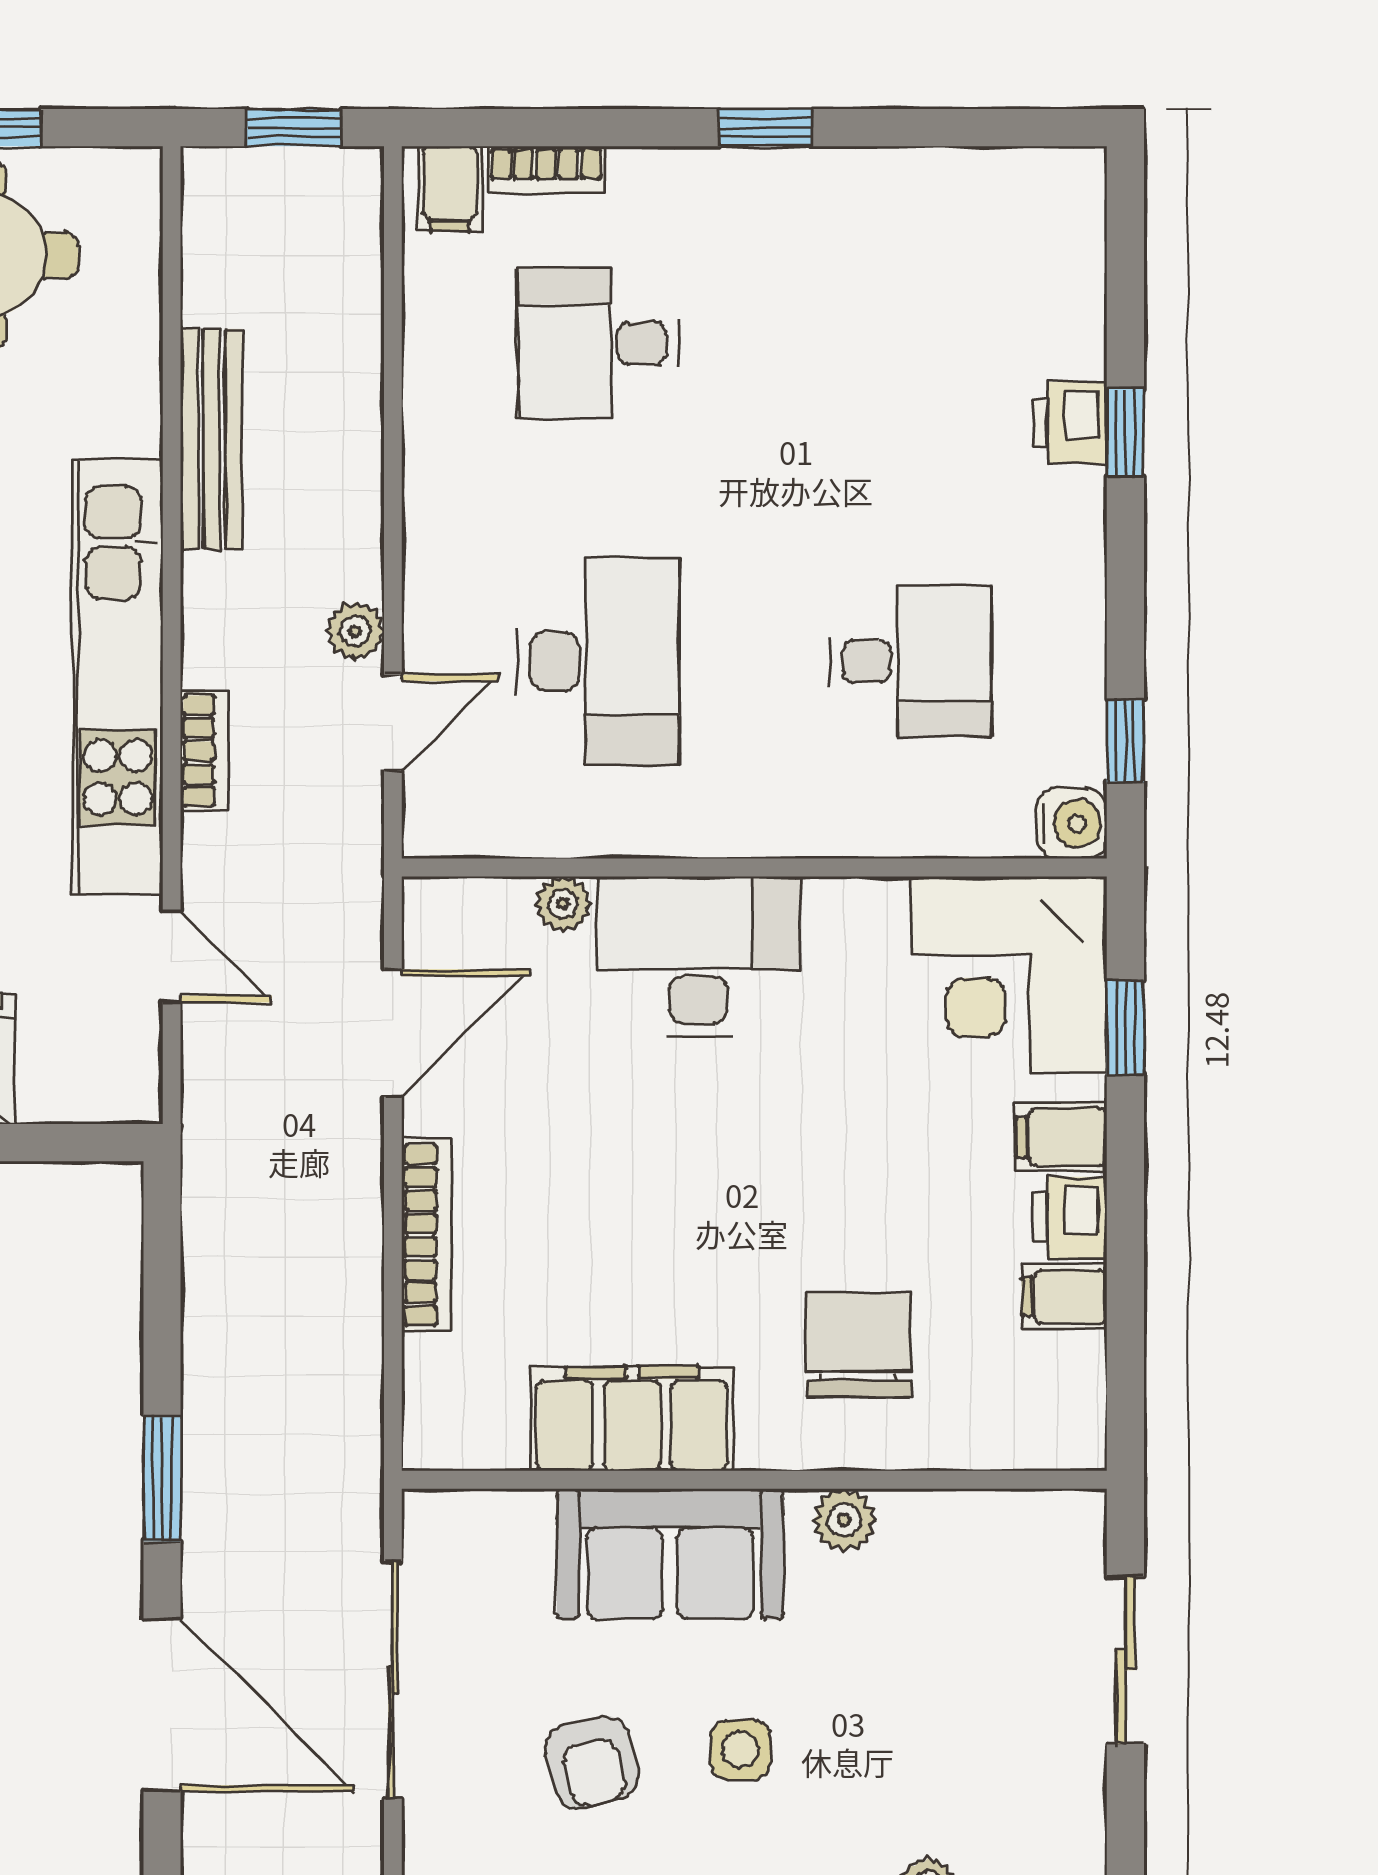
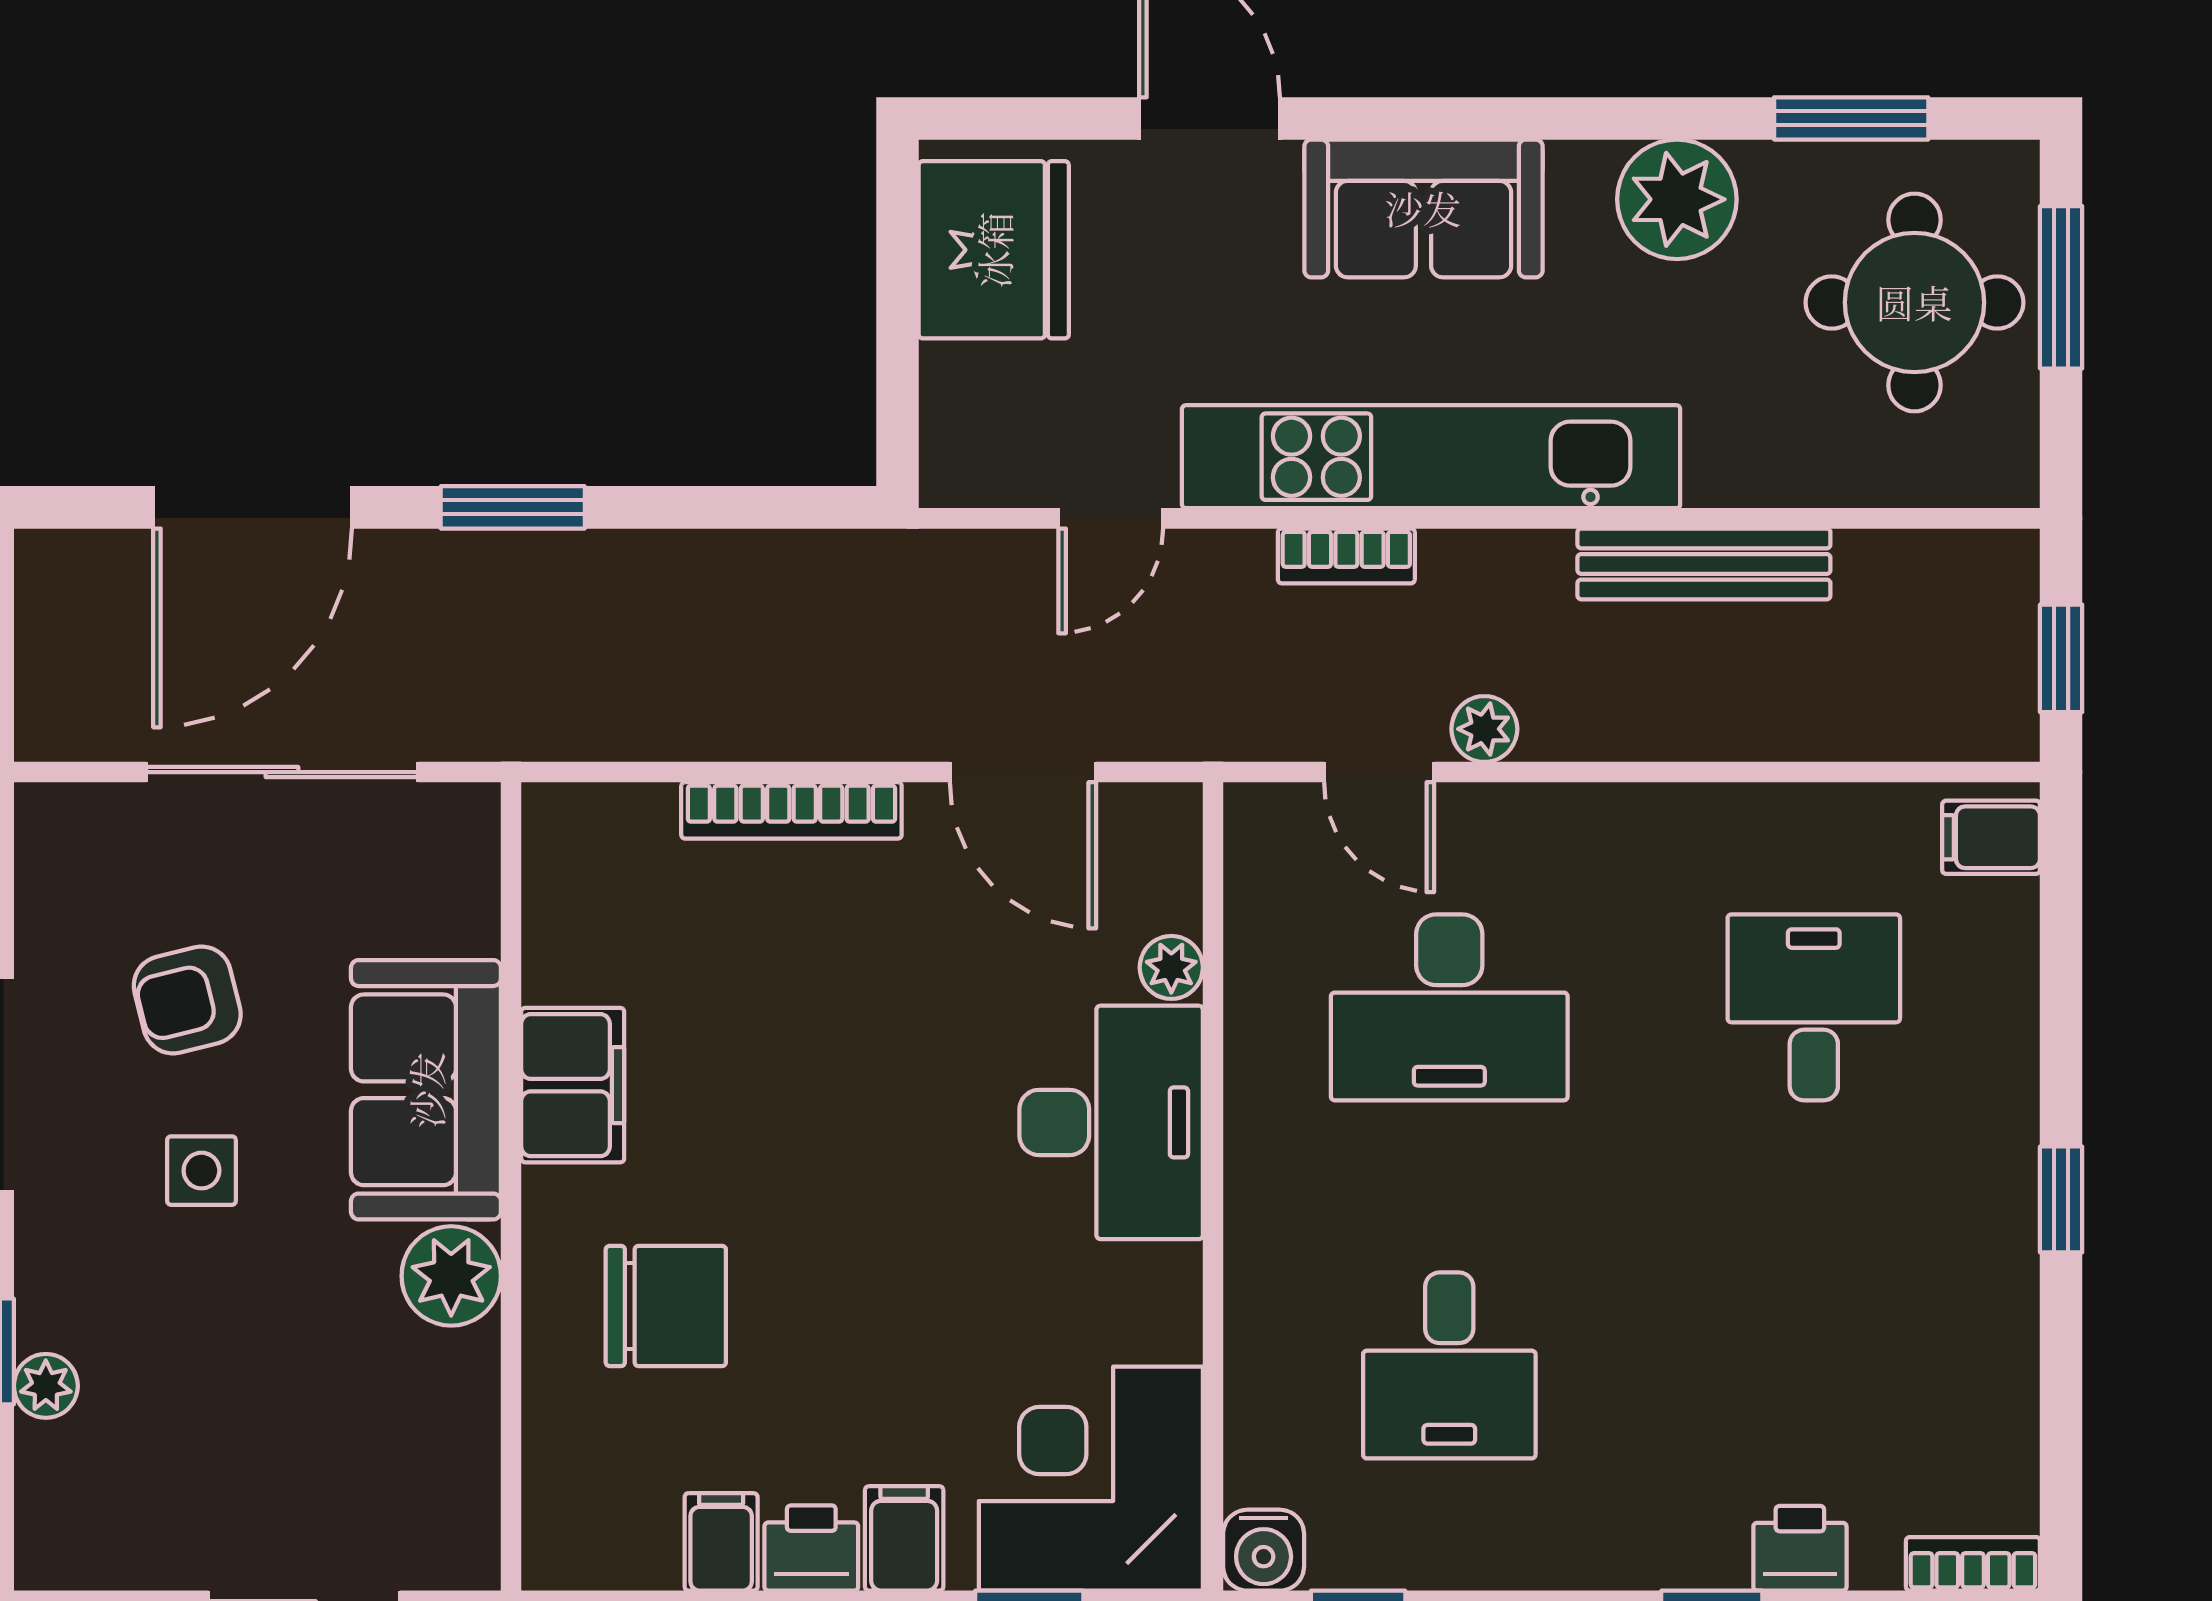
bookcase: (546, 169) -> (1973, 1564), moved, turned 90
printer: (1070, 423) -> (1800, 1548), moved
filing cabinet: (632, 1418) -> (573, 1085), width x0.67, depth x0.86
plant: (844, 1520) -> (451, 1276), width x1.38, depth x1.38

